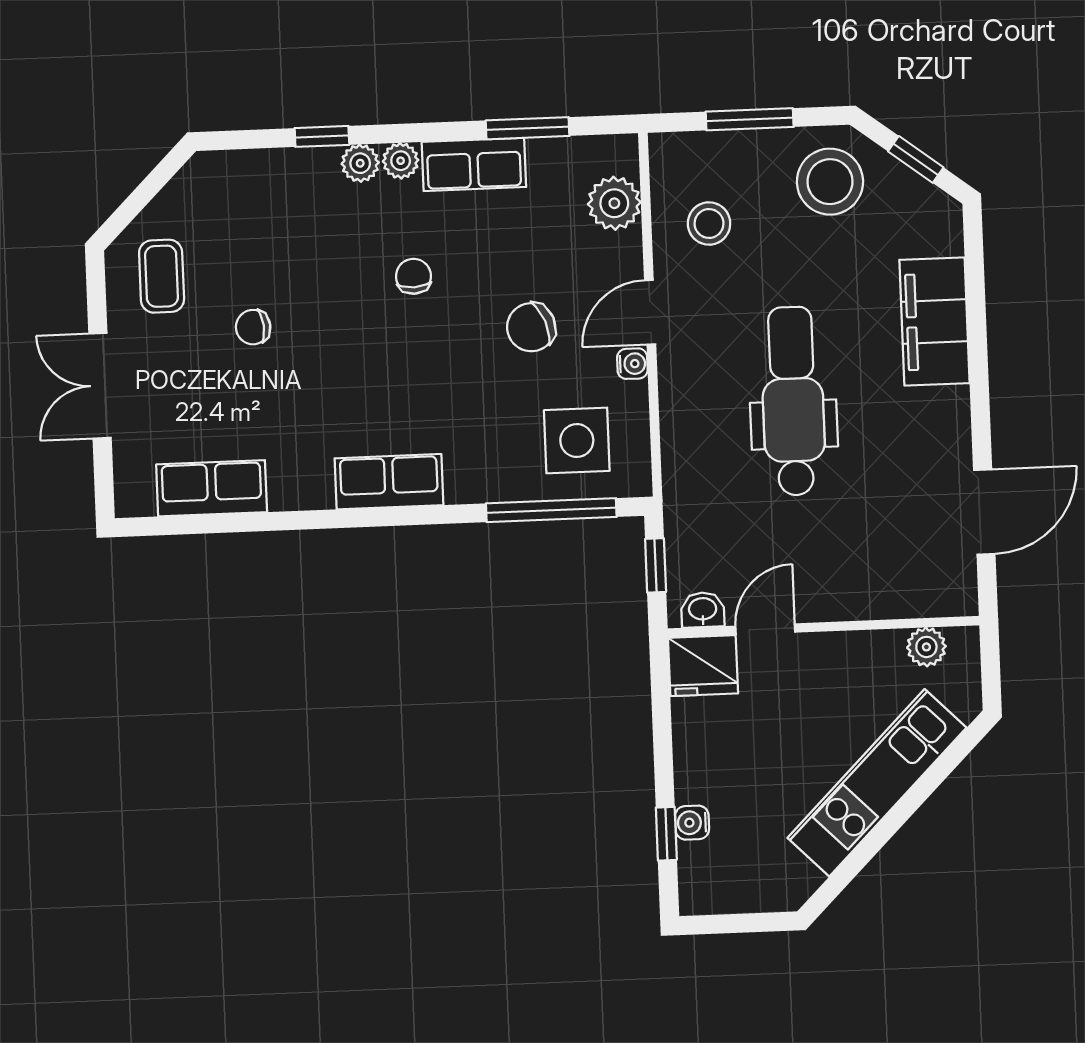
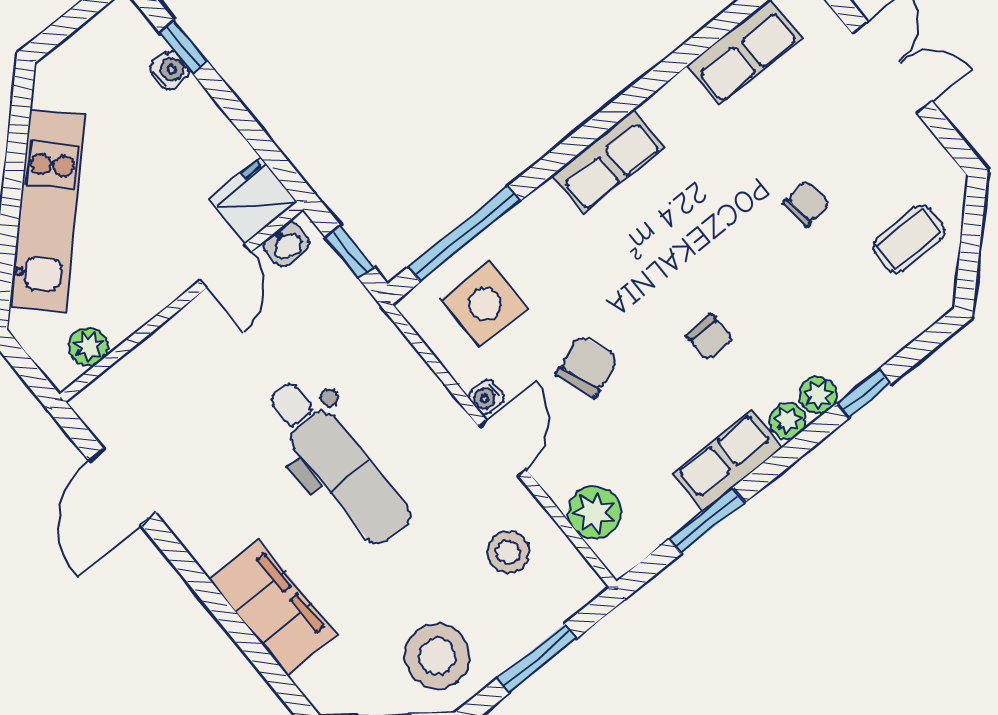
coffee table: (162, 276) -> (909, 239), moved, turned 90

